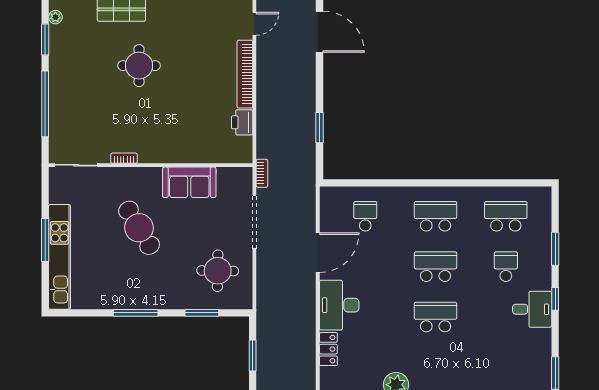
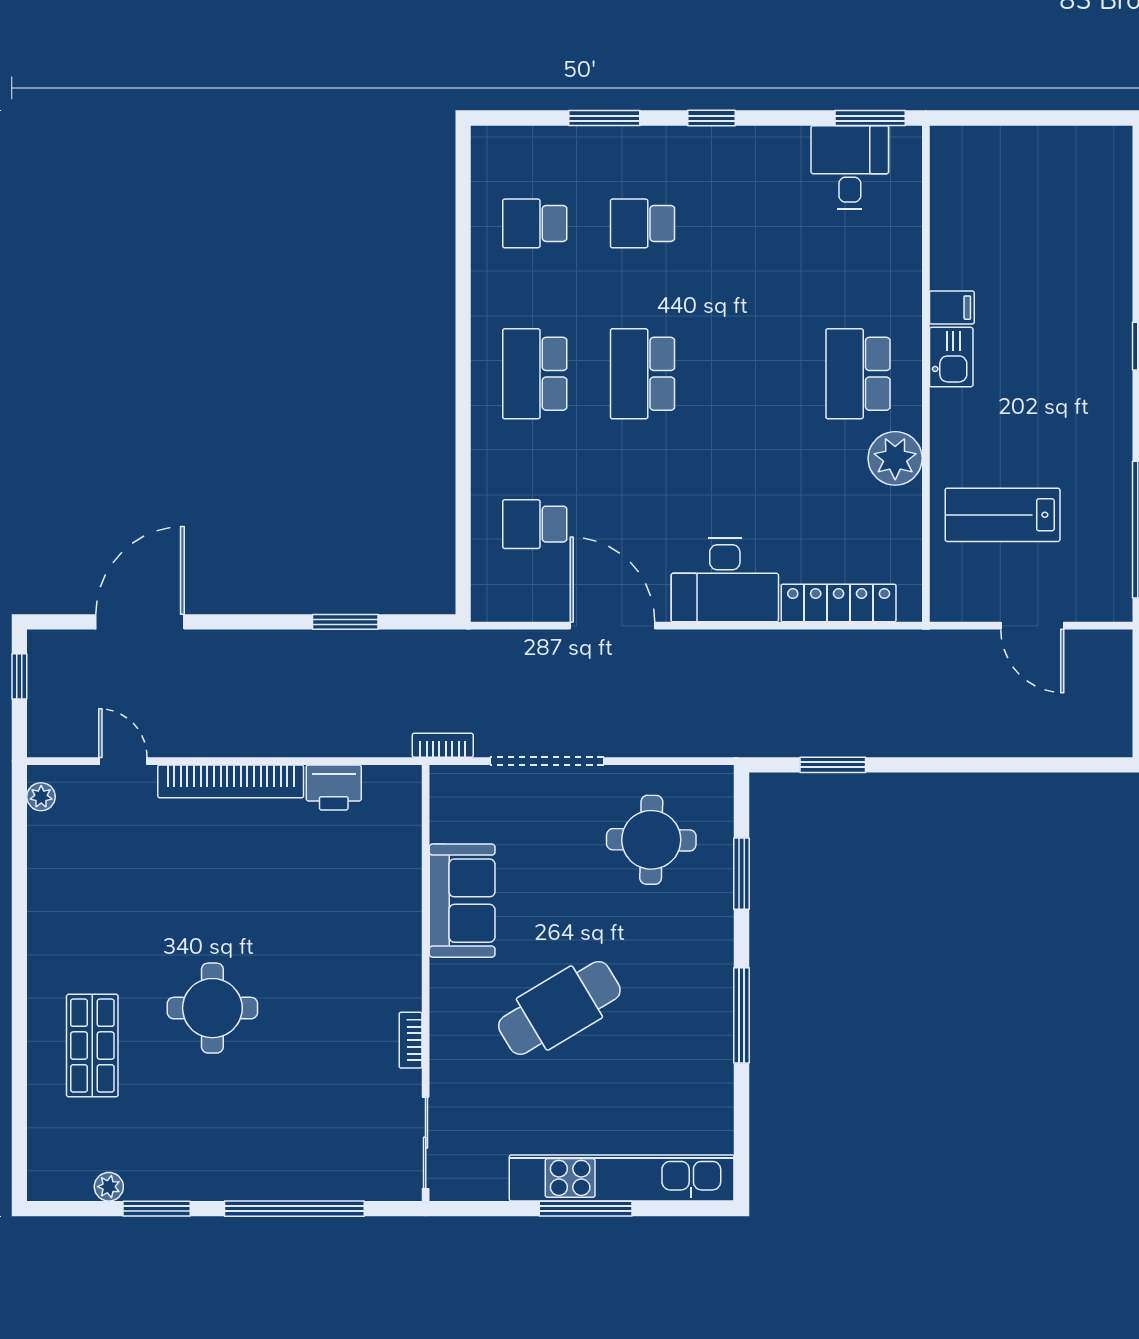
school desk: (506, 216) -> (535, 223), width x0.54
desk: (532, 309) -> (850, 167), moved
school desk: (436, 317) -> (858, 374), moved
locker: (328, 349) -> (839, 603), width x1.53

